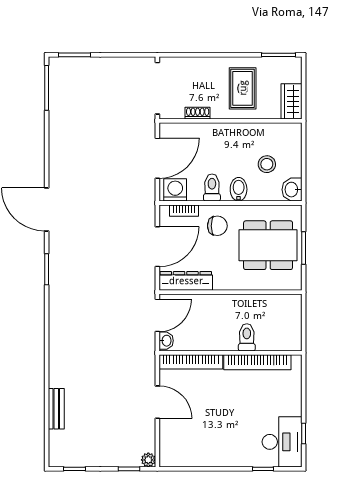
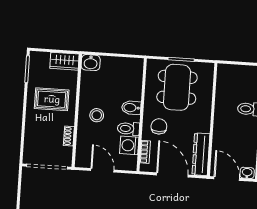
door: (157, 158) -> (102, 170), width x0.73
stool: (267, 164) -> (97, 115), moved
washing machine: (175, 190) -> (129, 145), moved
washbasin: (292, 190) -> (91, 63), moved

